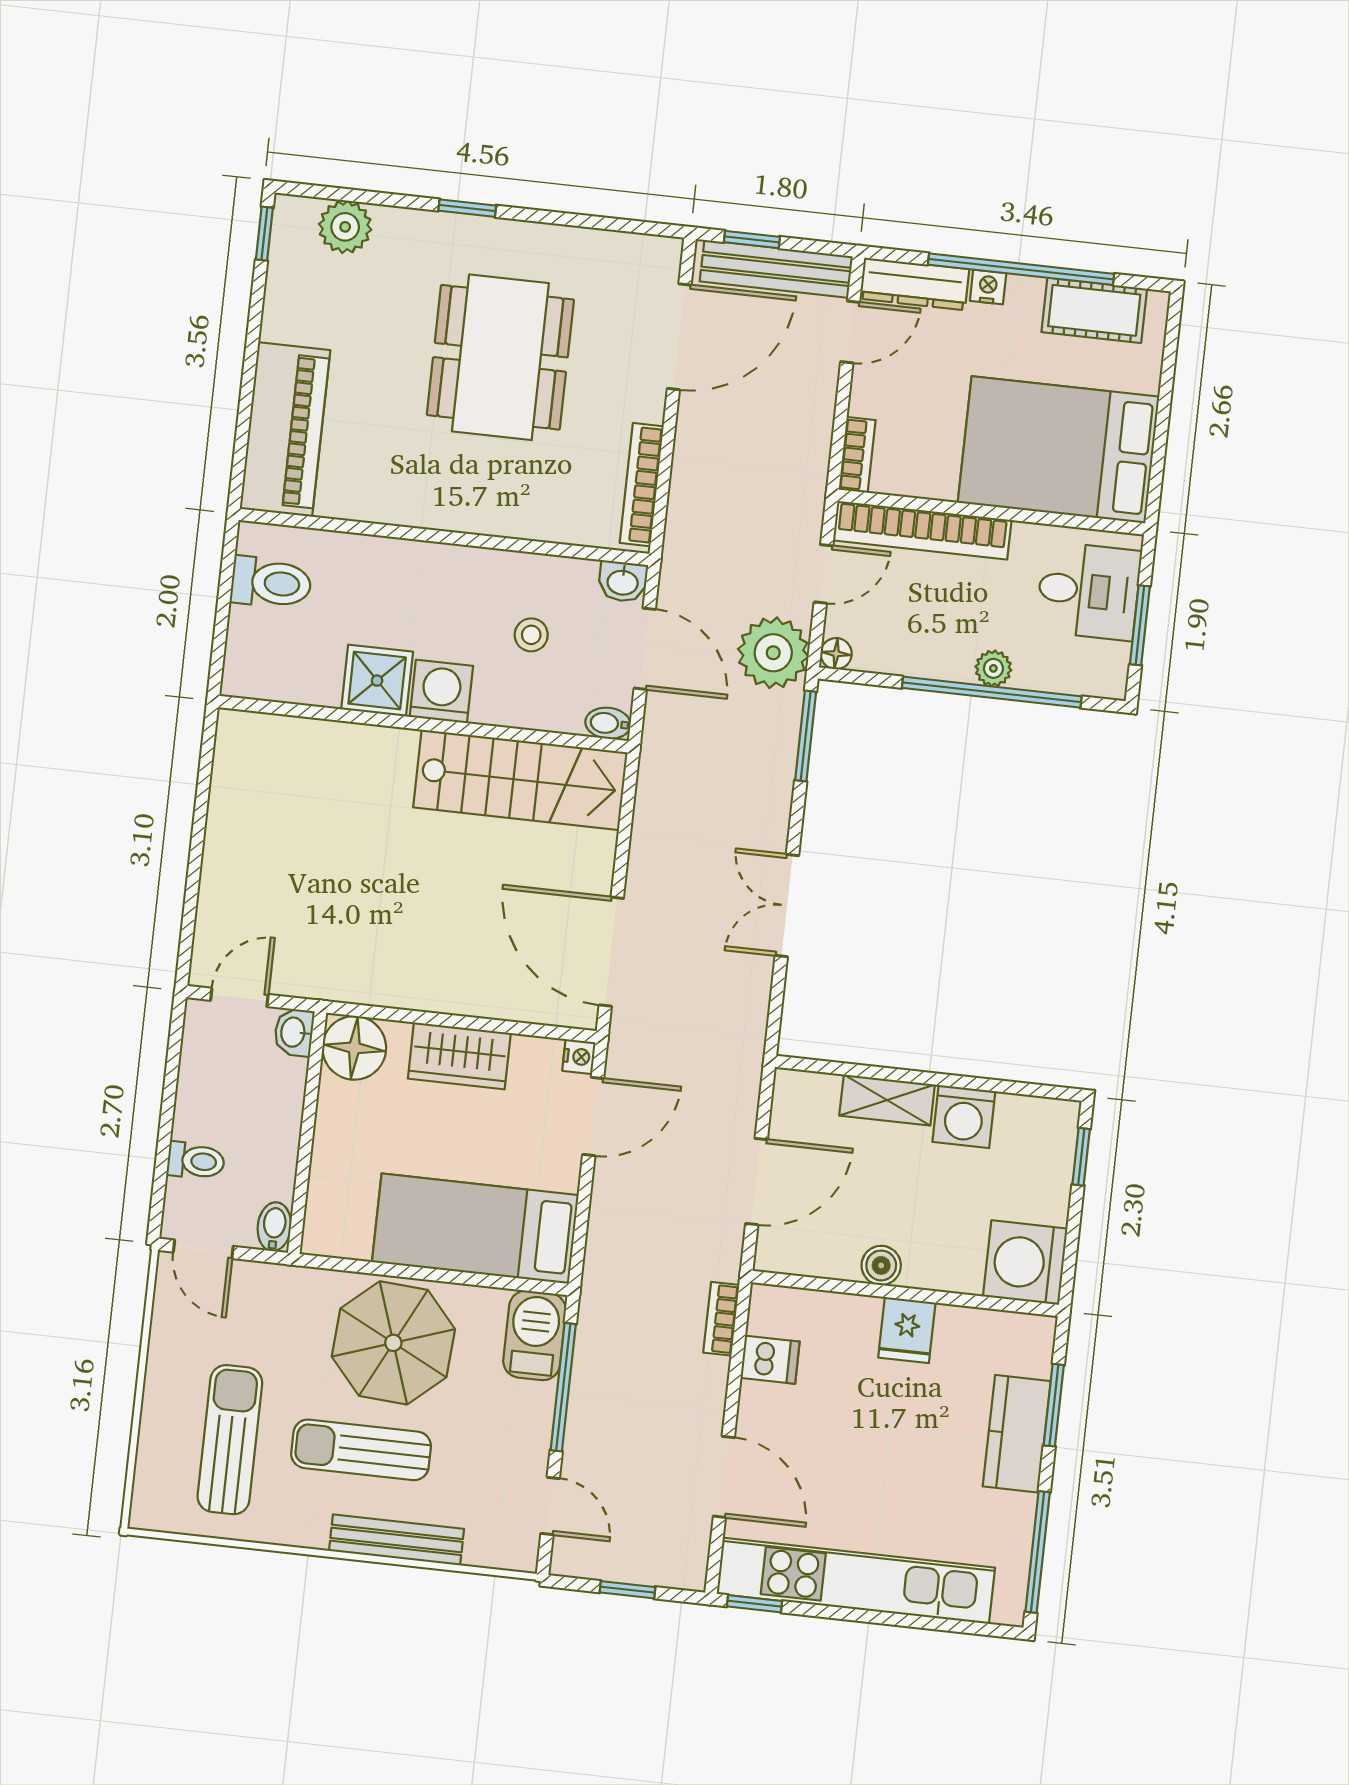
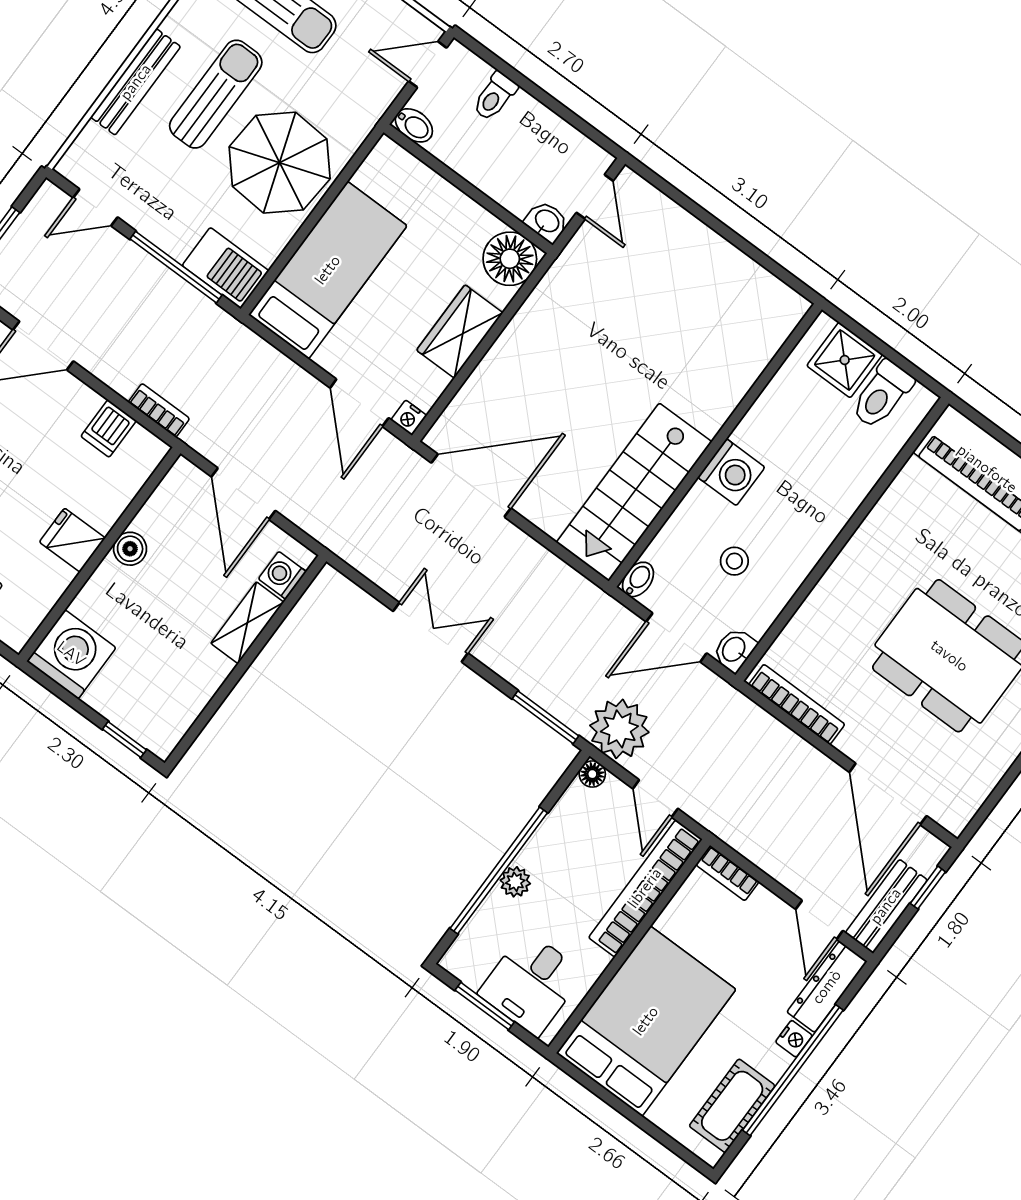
bench: (776, 269) -> (886, 906), width x0.73
shower: (377, 681) -> (845, 360), moved
washing machine: (964, 1117) -> (282, 575), moved, width x0.73, depth x0.73

